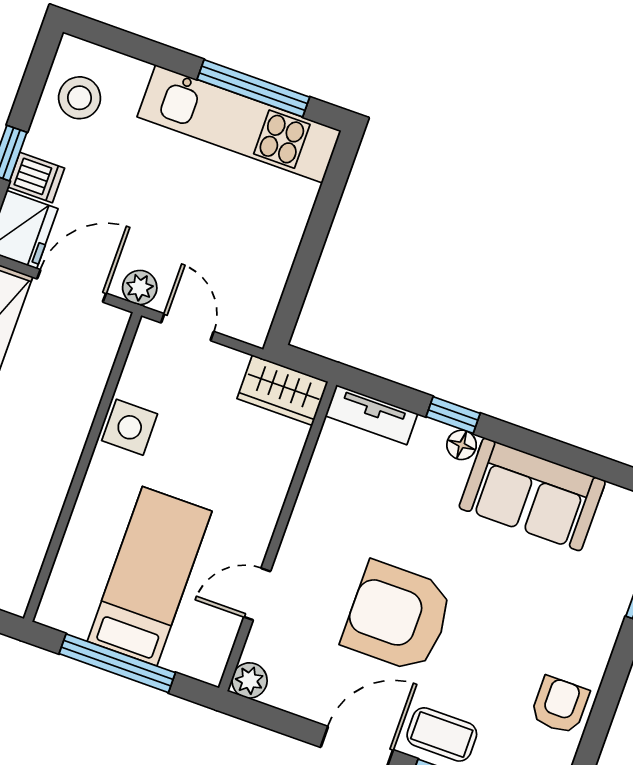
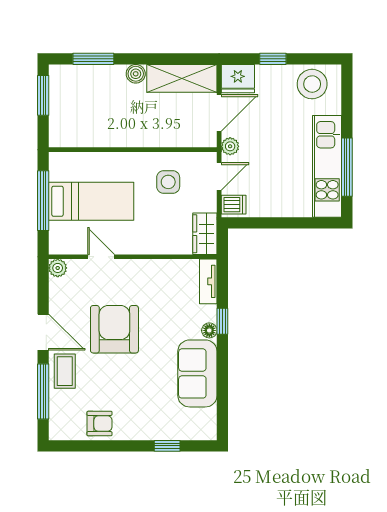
stool: (80, 98) -> (312, 84), width x1.38, depth x1.38
dishwasher: (36, 178) -> (234, 205), moved, turned -90
door: (72, 286) -> (219, 113), hinge flipped
side table: (130, 427) -> (168, 182), moved

